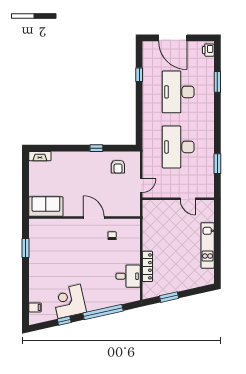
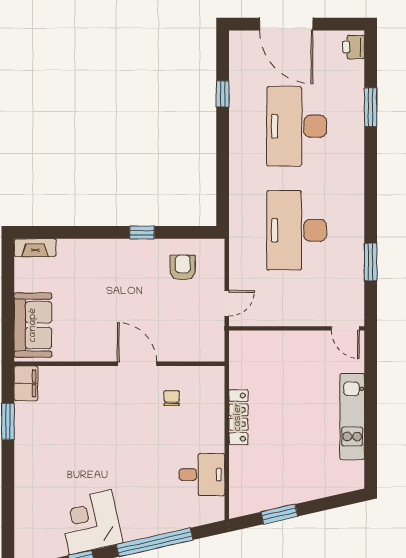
armchair: (118, 167) -> (183, 268), turned 180
door: (188, 199) -> (345, 328), moved
sofa: (46, 207) -> (33, 325), moved, turned 90
locker: (147, 266) -> (238, 417), moved
filing cabinet: (35, 307) -> (26, 383), moved, width x2.00

